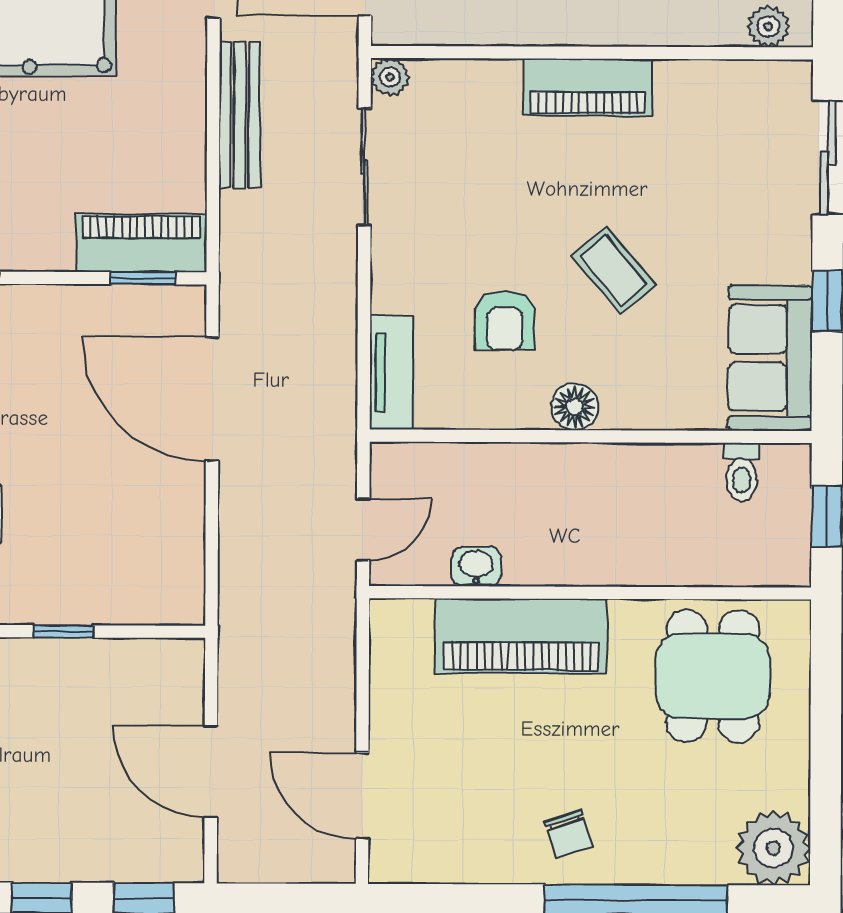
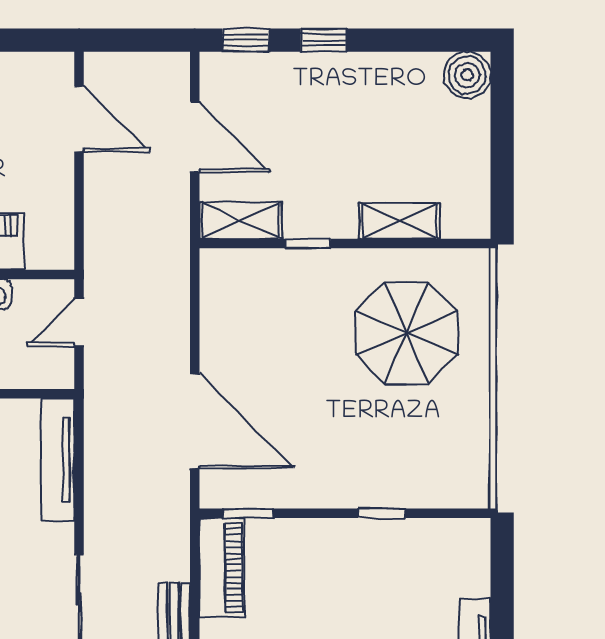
piano: (141, 243) -> (222, 568), moved, turned -90
tv unit: (392, 373) -> (58, 460), width x1.41
shelving: (151, 662) -> (240, 220), added

